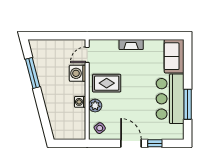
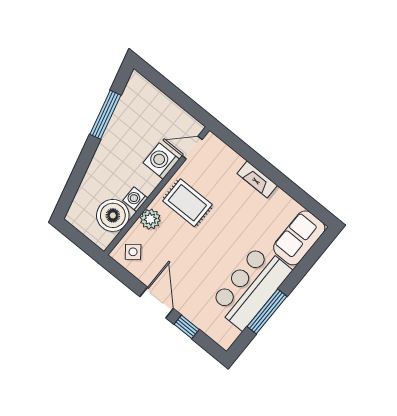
boiler: (76, 118) -> (113, 215), added

